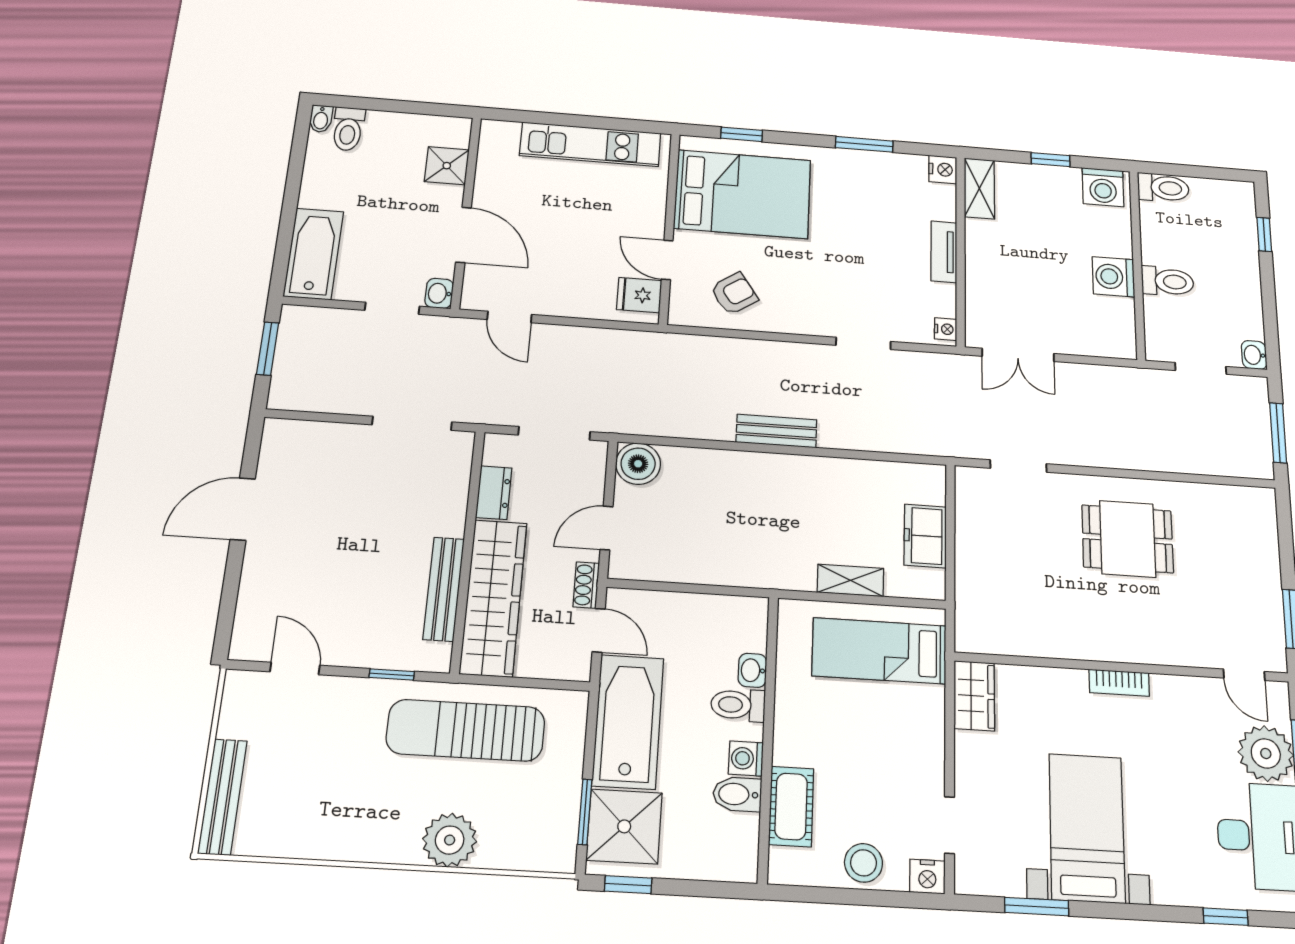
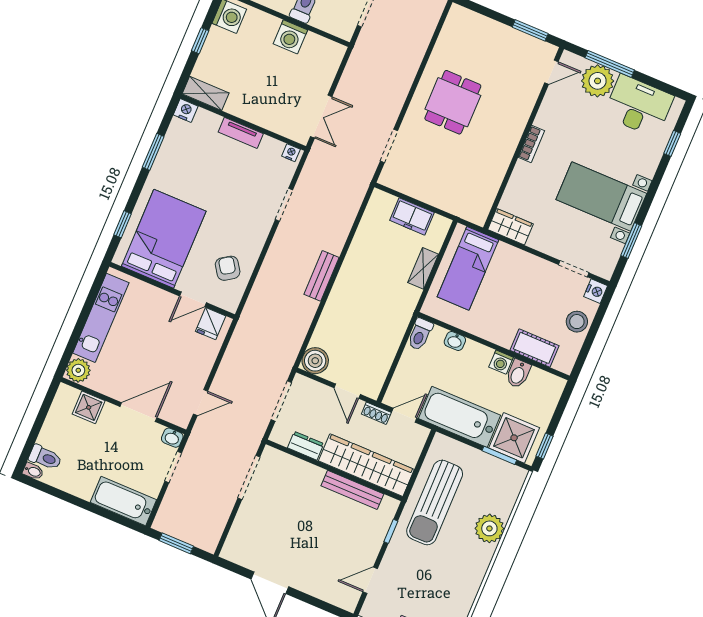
plant: (499, 136) -> (78, 370), added
toilet: (738, 705) -> (420, 334), moved

